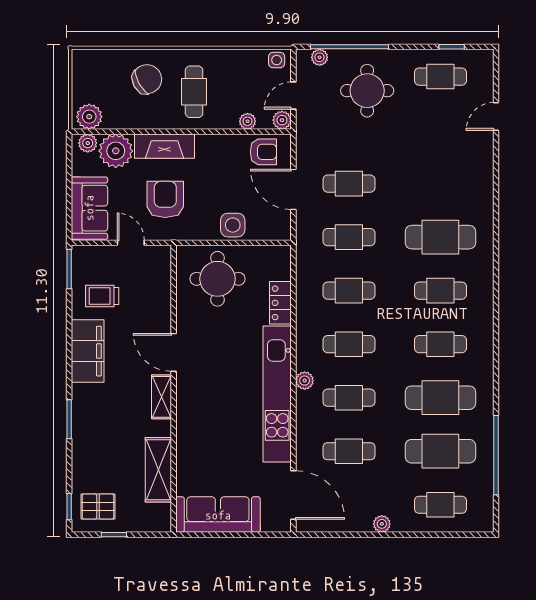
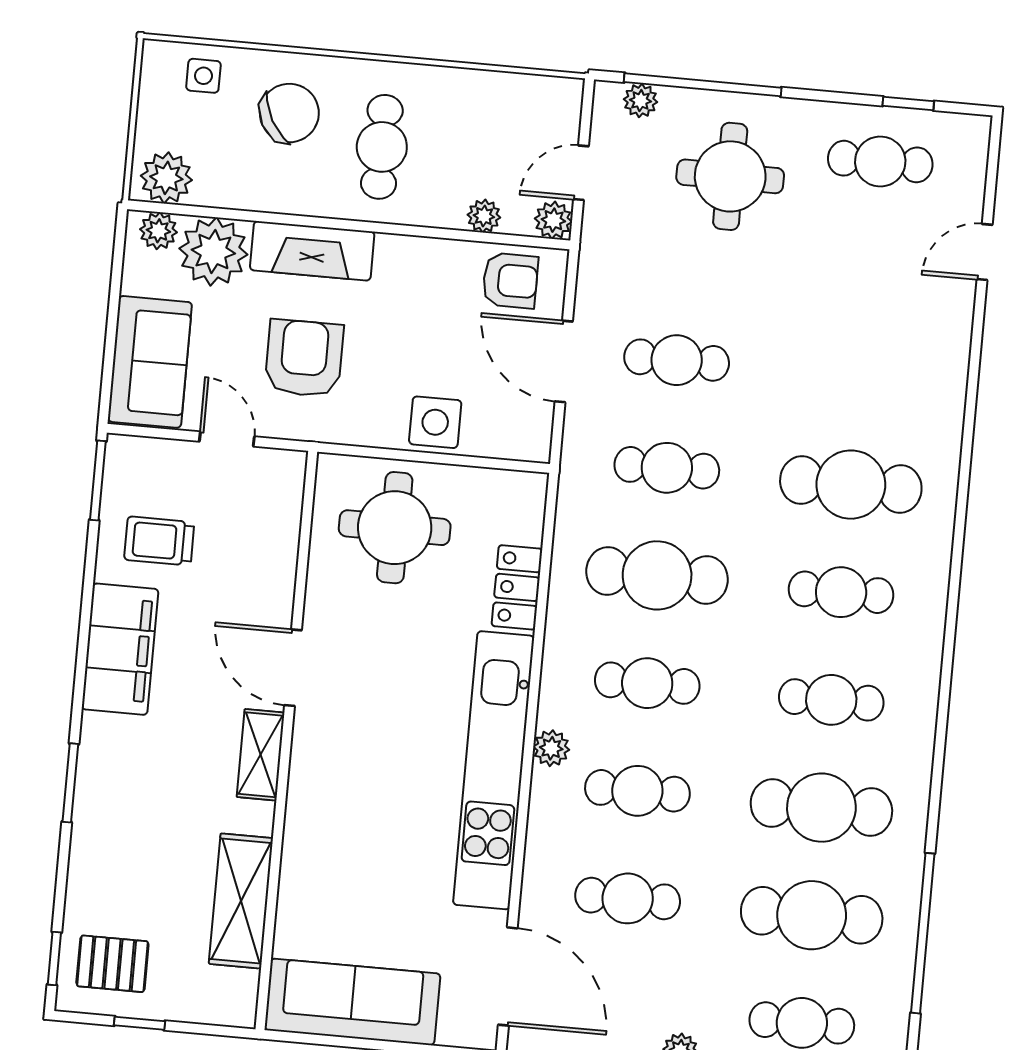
side table: (277, 60) -> (203, 76), moved
cafe table: (349, 291) -> (657, 575), width x1.37, depth x1.35

